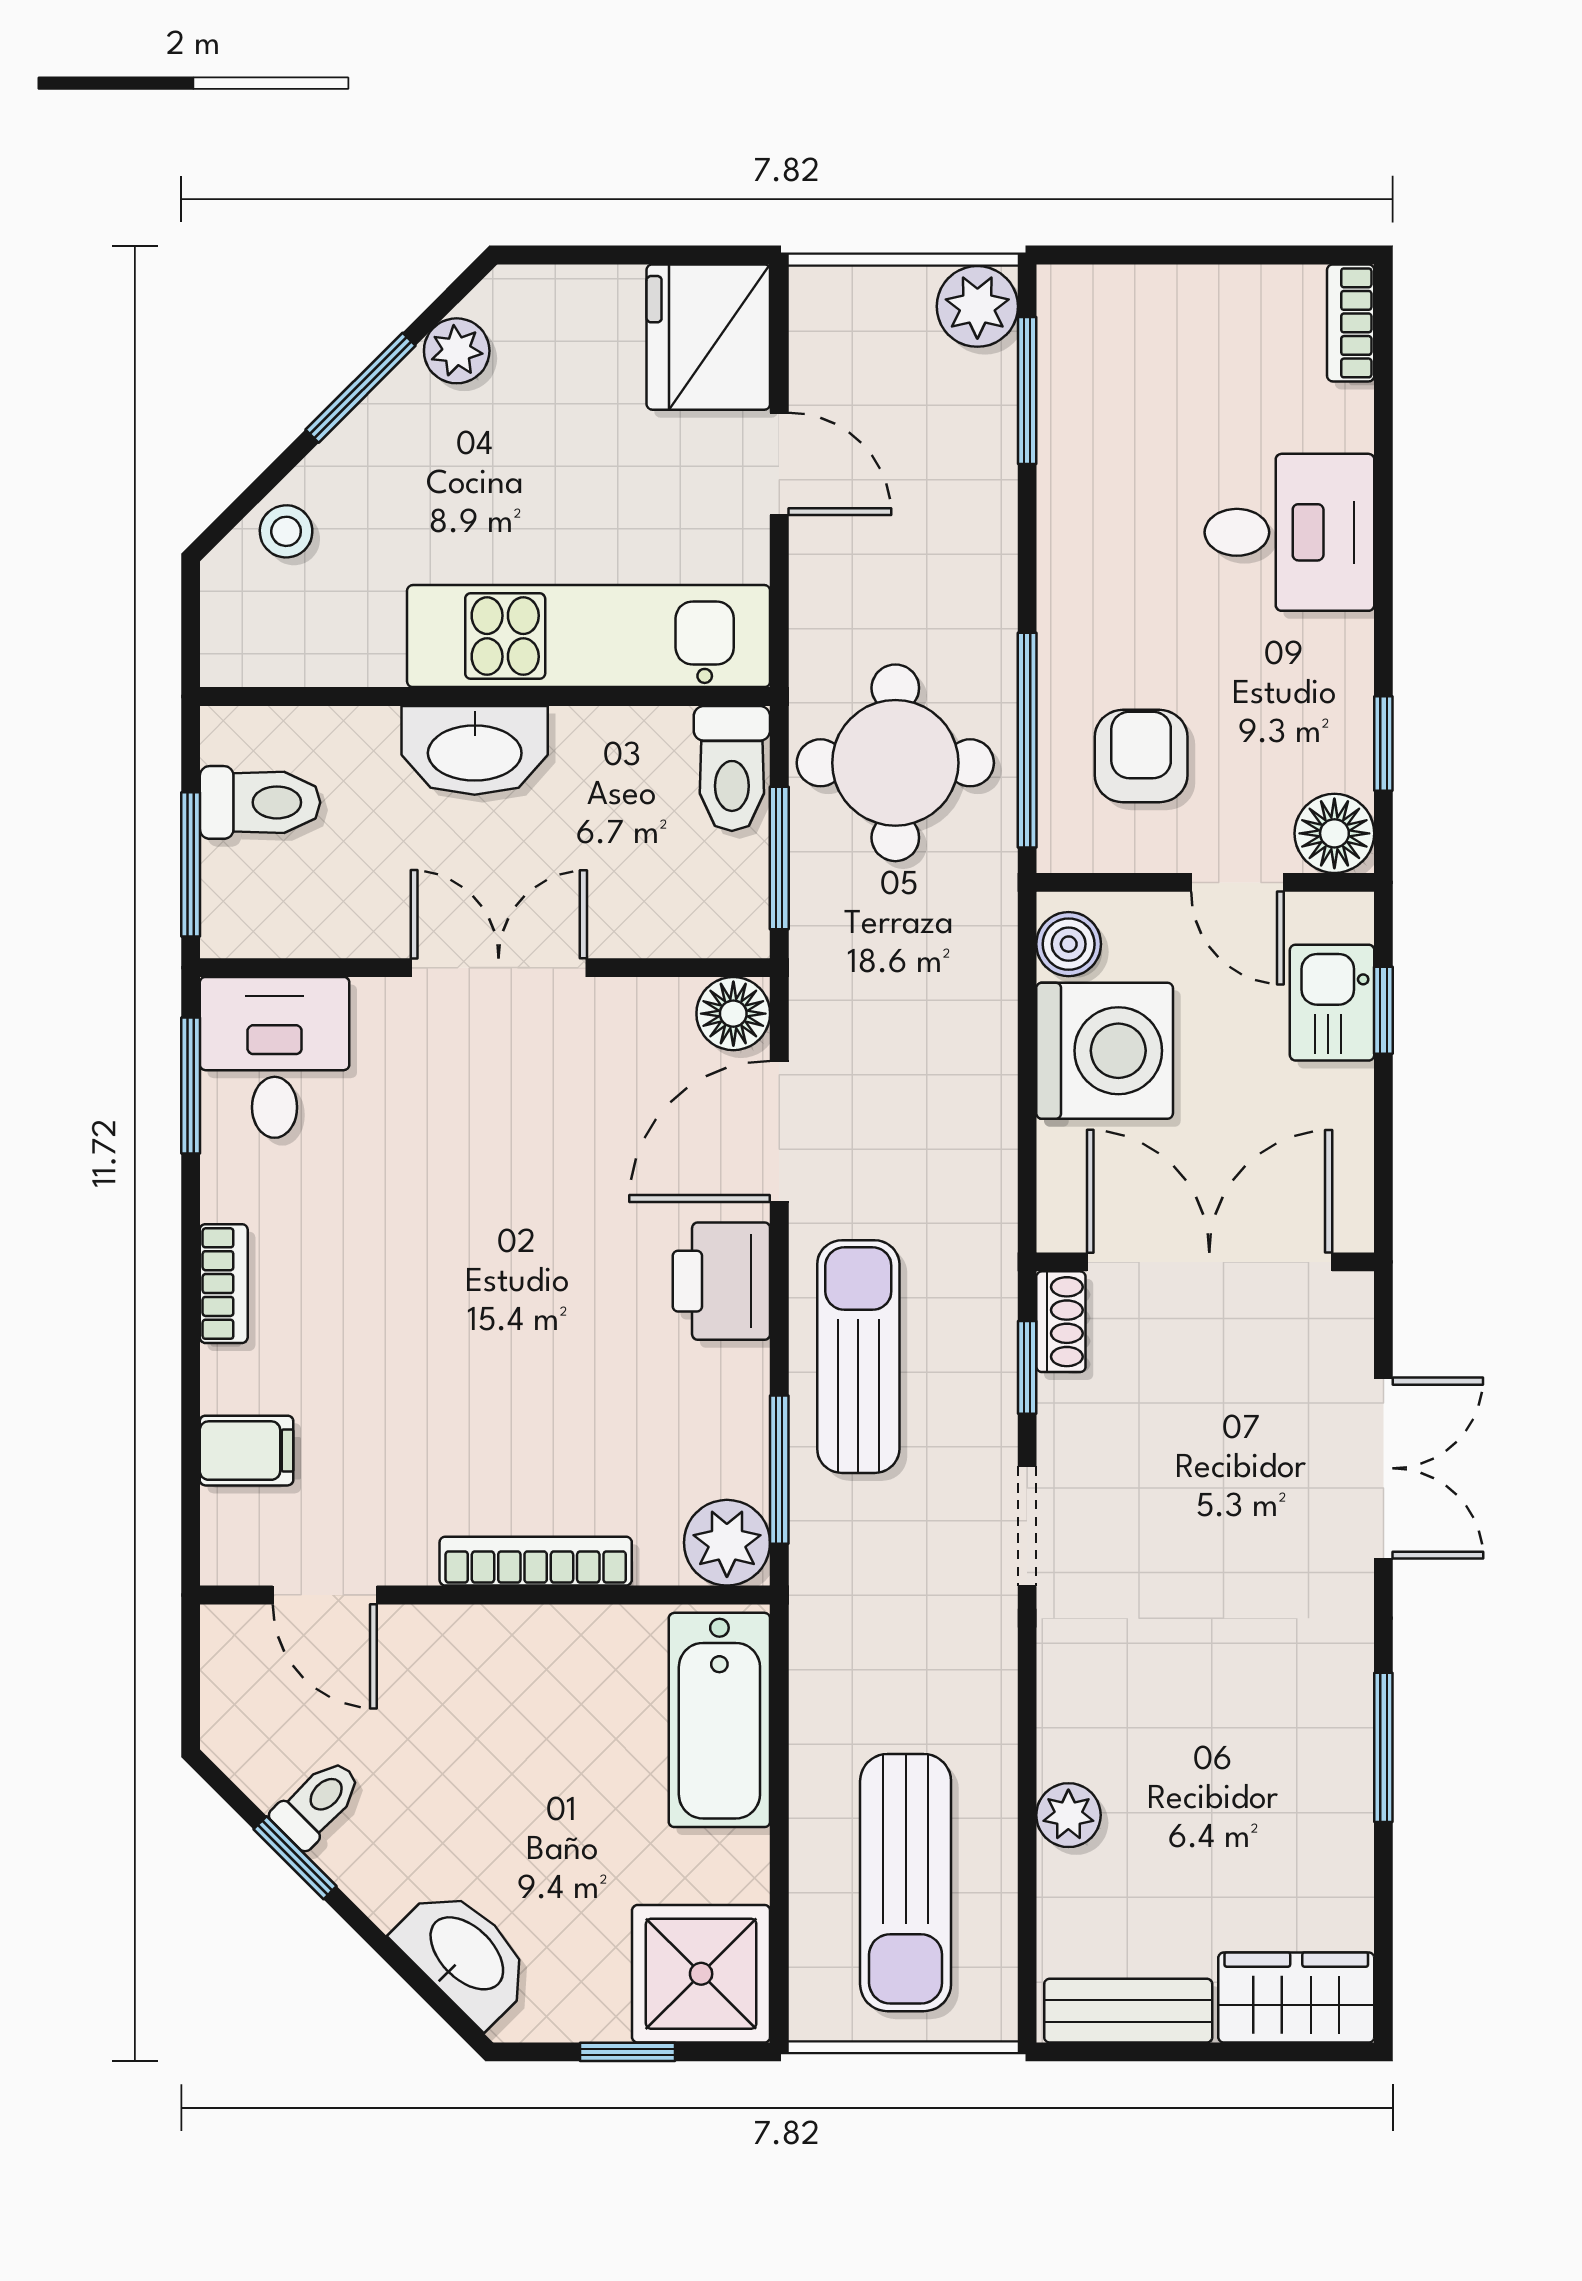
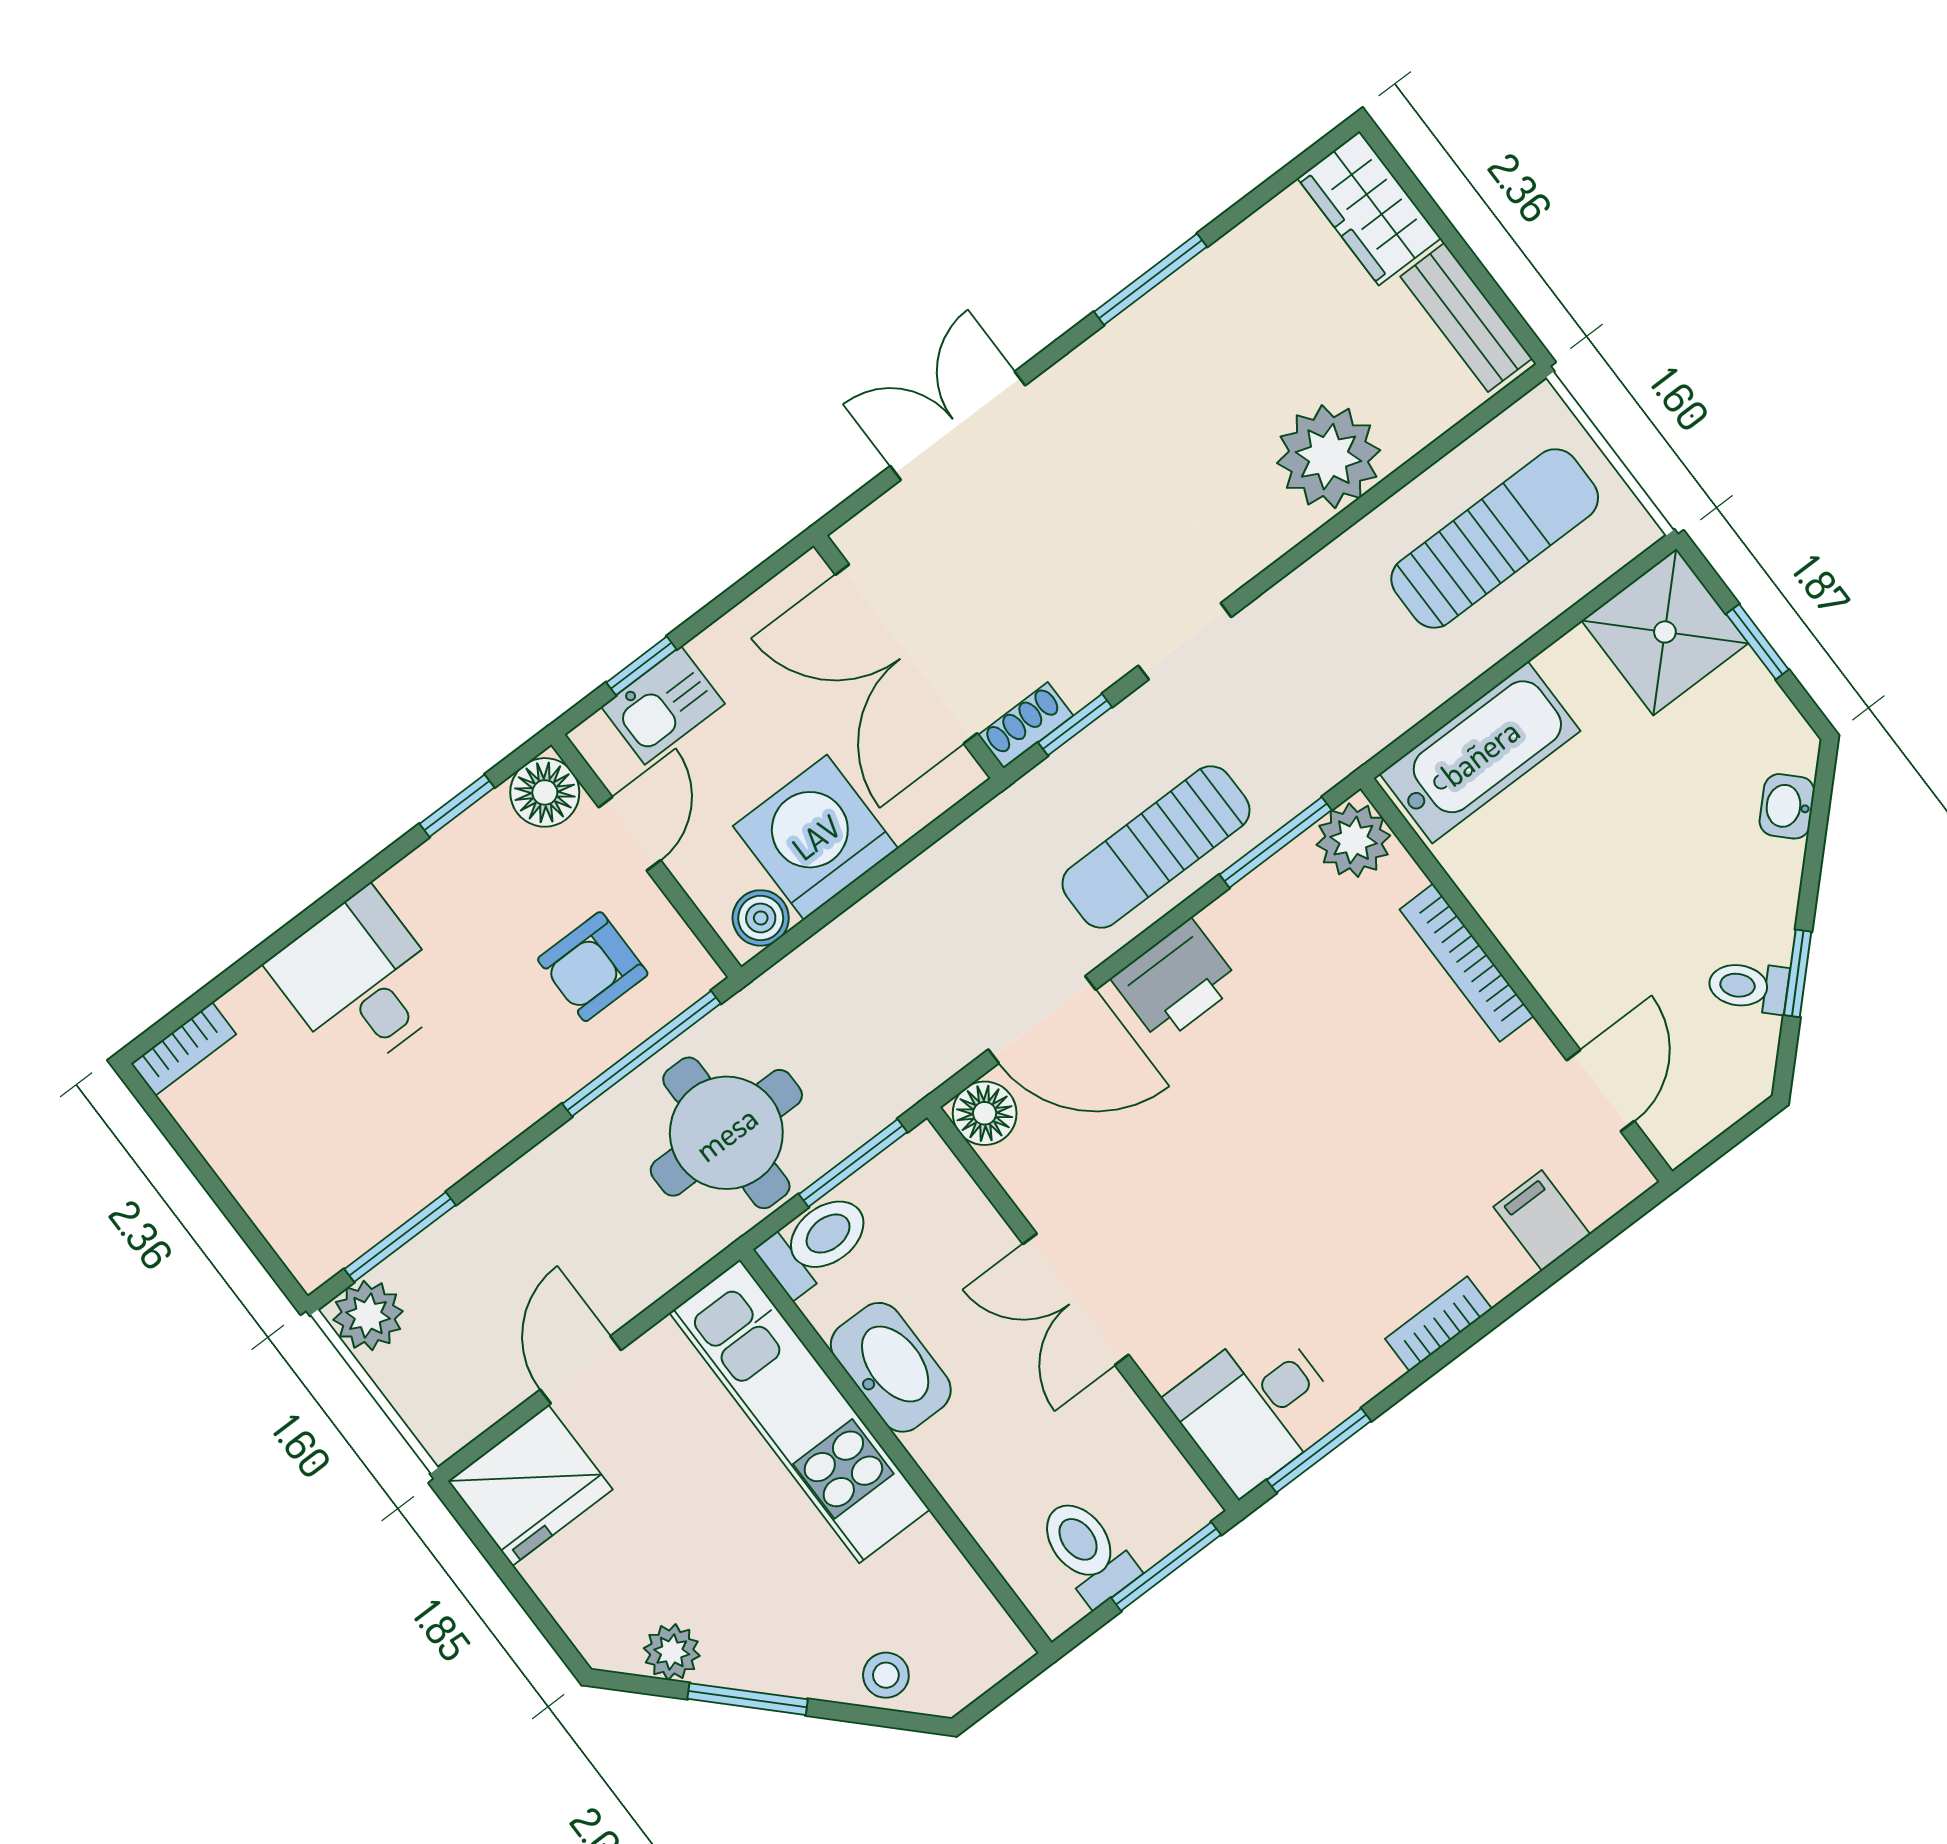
washbasin: (475, 750) -> (891, 1367), moved
plant: (1068, 1815) -> (1329, 457), width x1.87, depth x1.87
washbasin: (465, 1955) -> (1787, 806), width x0.52, depth x0.69

